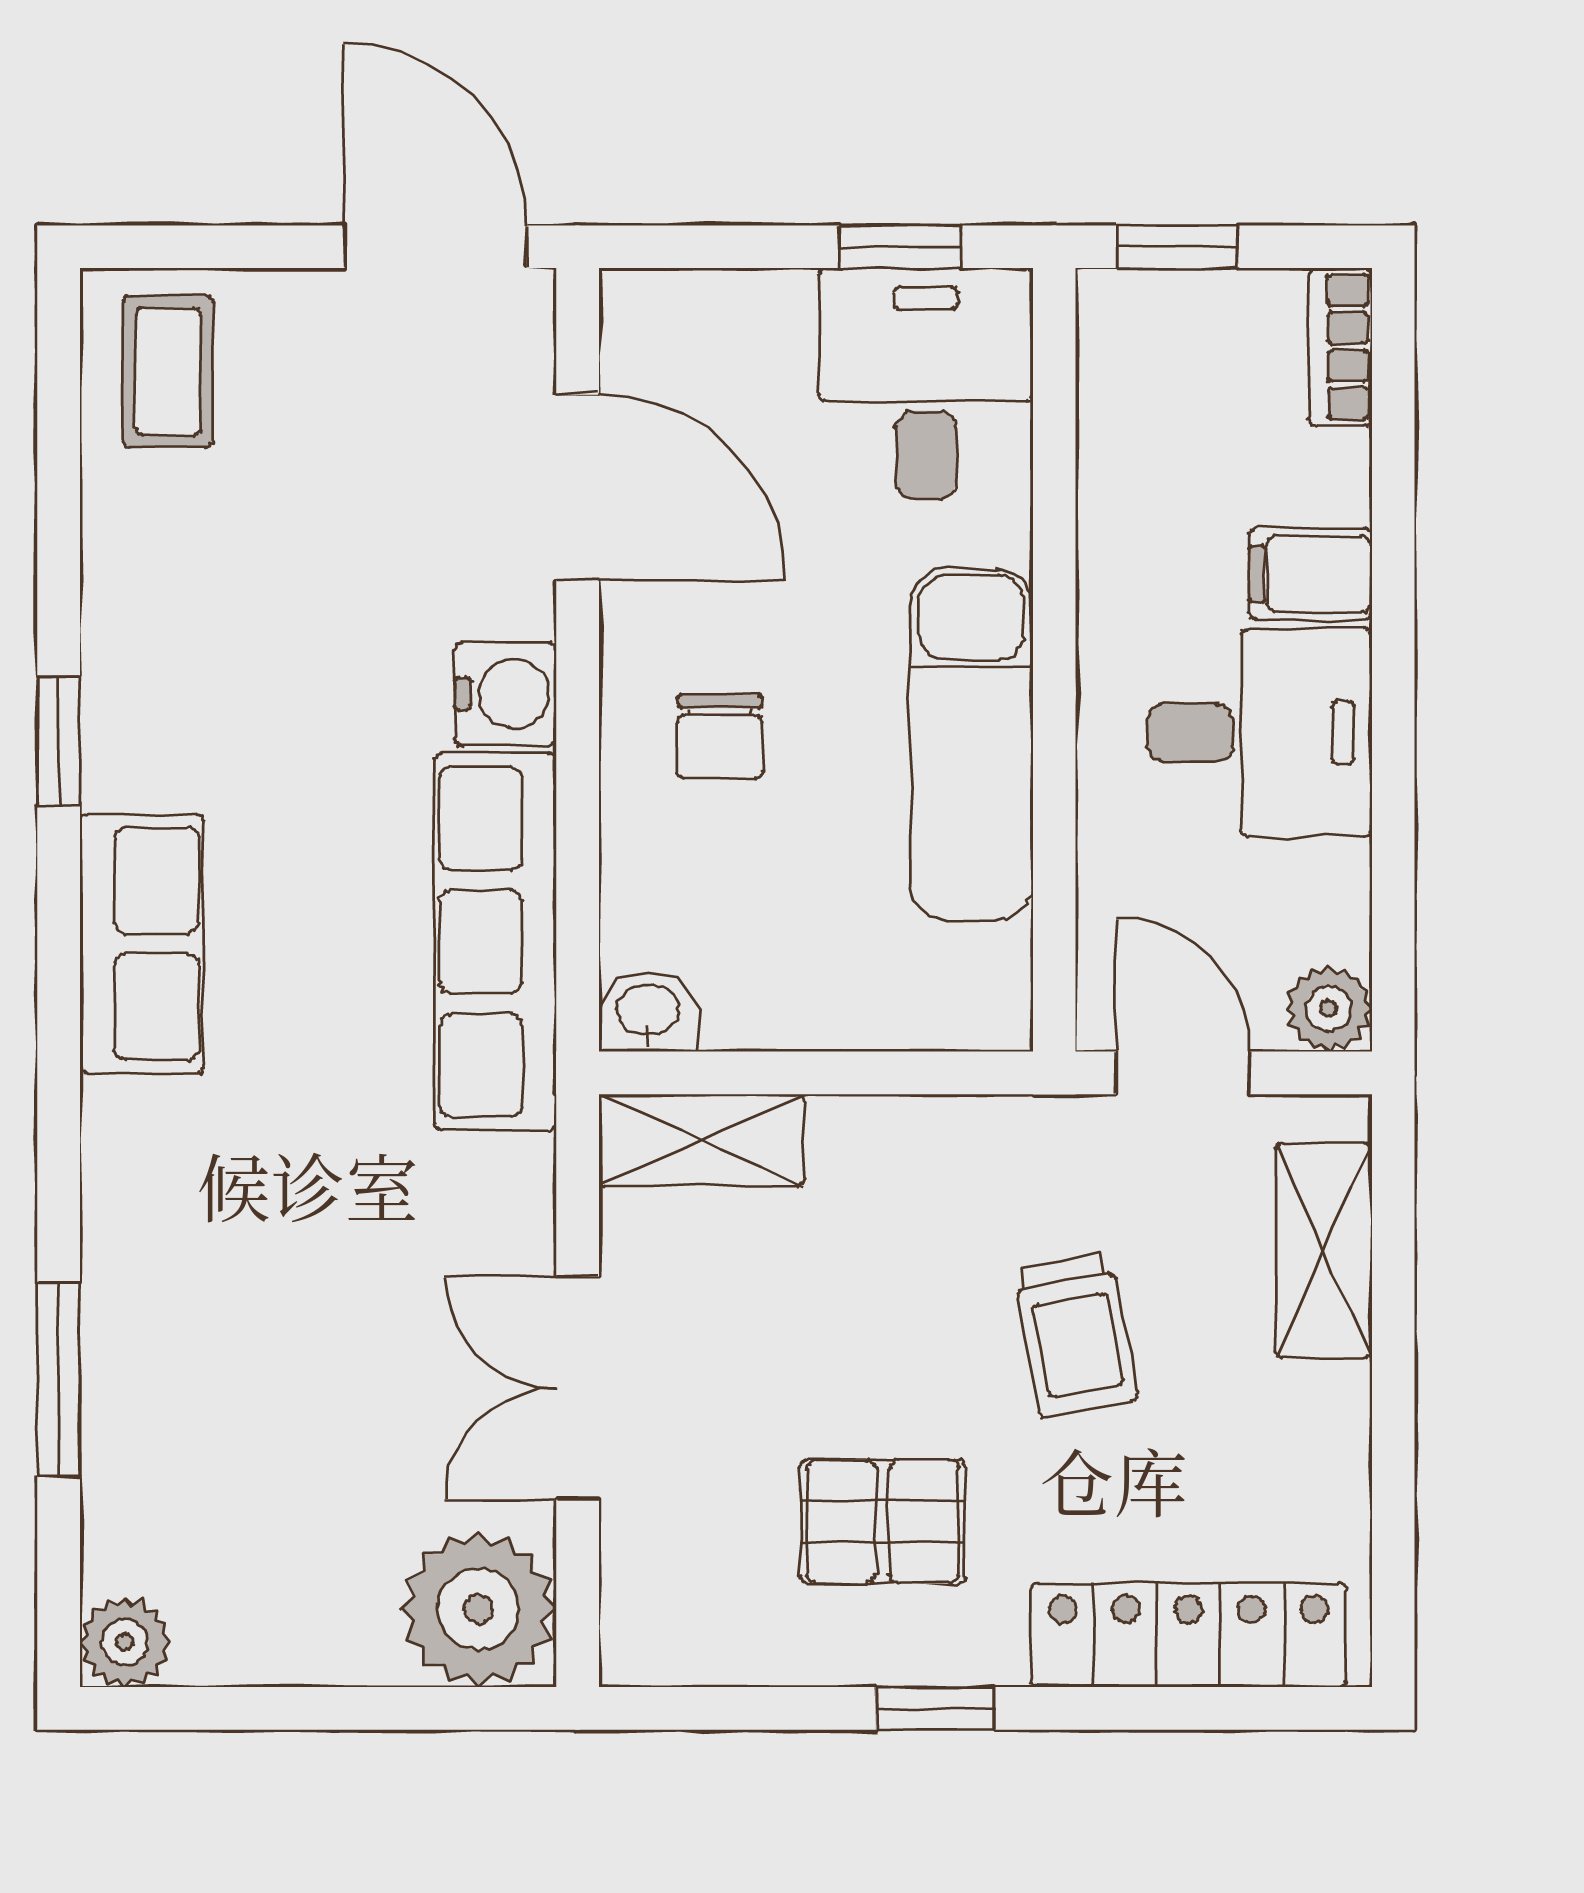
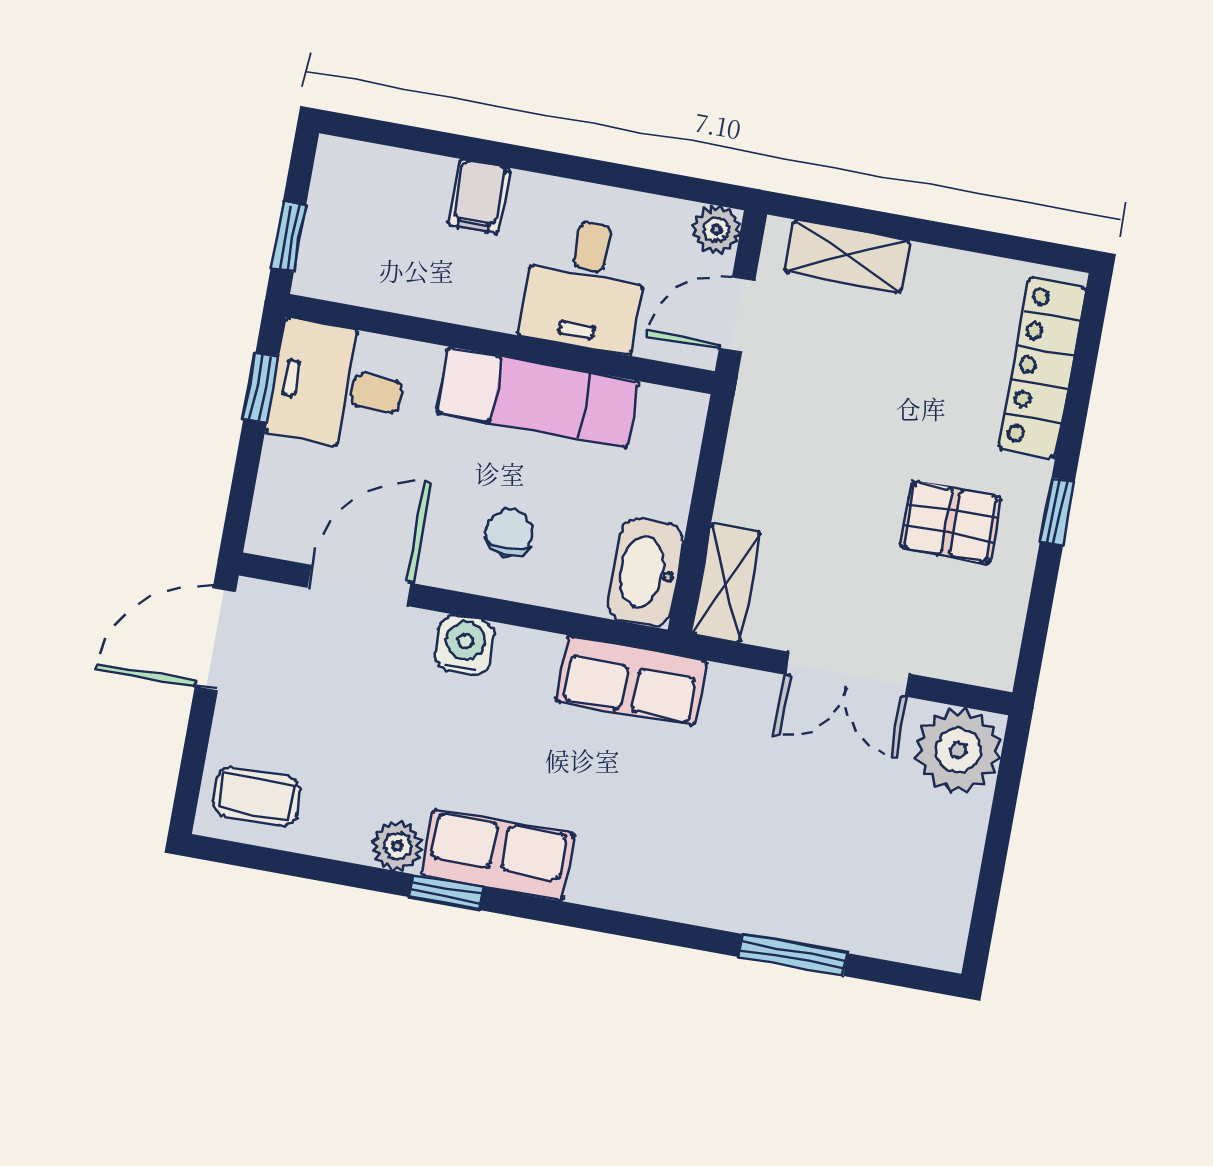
bookcase: (1340, 347) -> (359, 158), removed
desk: (1260, 733) -> (585, 285), moved, turned 180
chair: (720, 737) -> (509, 533), turned -90
row of seats: (495, 942) -> (631, 681), width x0.68
row of seats: (142, 944) -> (498, 855), moved
washbasin: (648, 1012) -> (646, 573), width x1.91, depth x1.45
trolley: (1075, 1335) -> (868, 399), removed
pallet: (883, 1522) -> (951, 522), turned 90
plant: (125, 1642) -> (397, 846), moved

